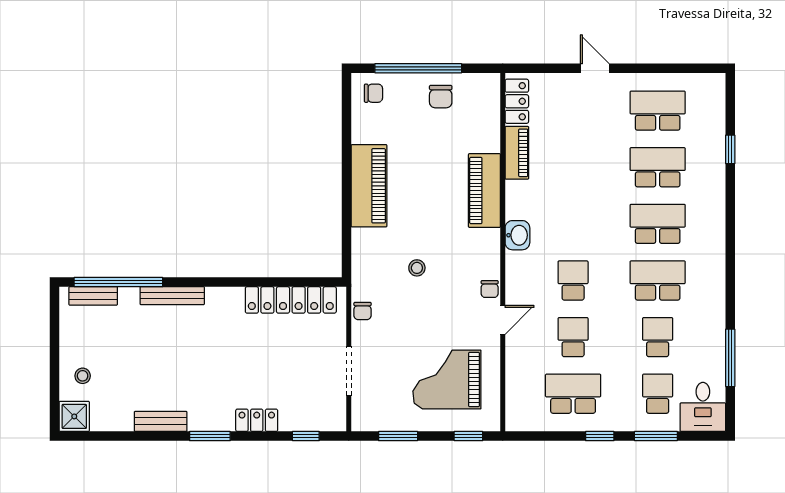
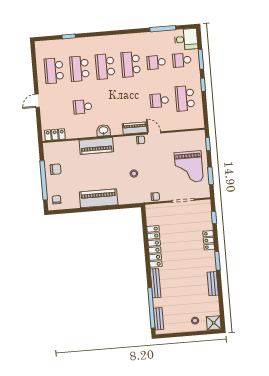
piano: (517, 153) -> (135, 128), moved
washbasin: (517, 235) -> (103, 130), moved
school desk: (573, 280) -> (83, 107), moved
locker: (291, 300) -> (154, 246), moved
grand piano: (447, 379) -> (189, 167), moved

